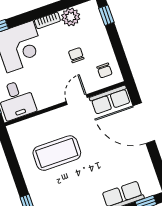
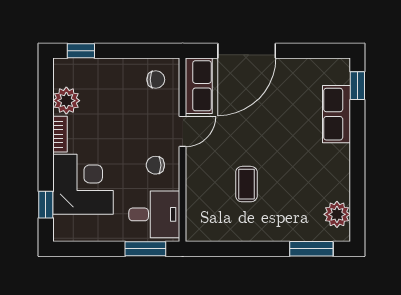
chair: (76, 55) -> (155, 165), moved
door: (77, 100) -> (183, 131), swing flipped
coffee table: (57, 153) -> (246, 184), width x0.54, depth x0.58

